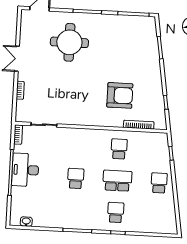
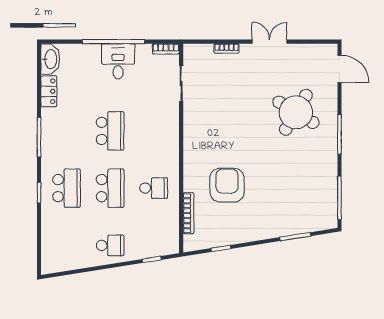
round table: (69, 42) -> (296, 112), turned 31
armchair: (120, 95) -> (227, 185), turned 180
desk: (25, 170) -> (118, 61), width x0.73
school desk: (76, 178) -> (110, 131), width x1.85
school desk: (116, 212) -> (66, 188), width x1.85
locker: (44, 221) -> (49, 91), added
washbasin: (26, 222) -> (50, 59), width x1.91, depth x1.45

